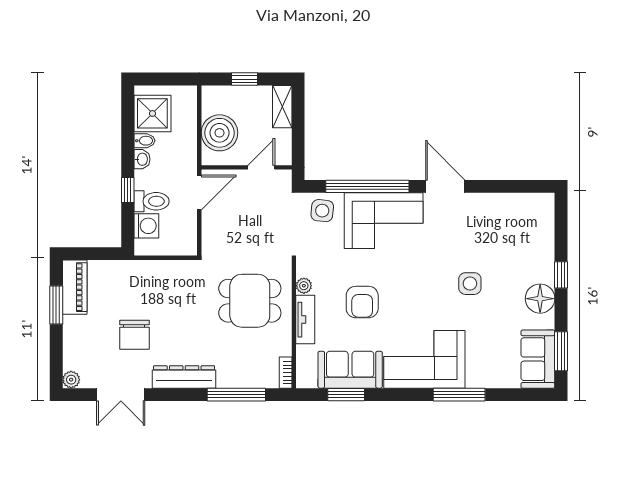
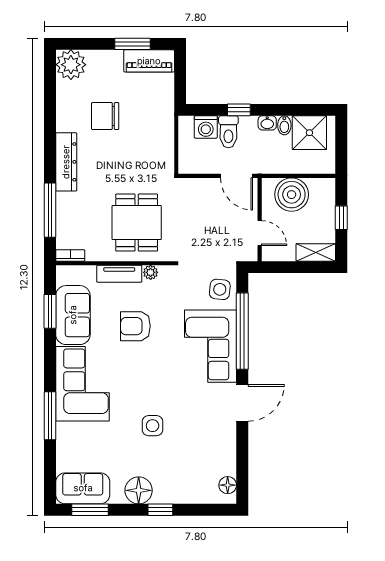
floor lamp: (534, 202) -> (228, 485), added
plant: (71, 380) -> (71, 65), width x1.88, depth x1.88
double door: (121, 395) -> (50, 103), removed

